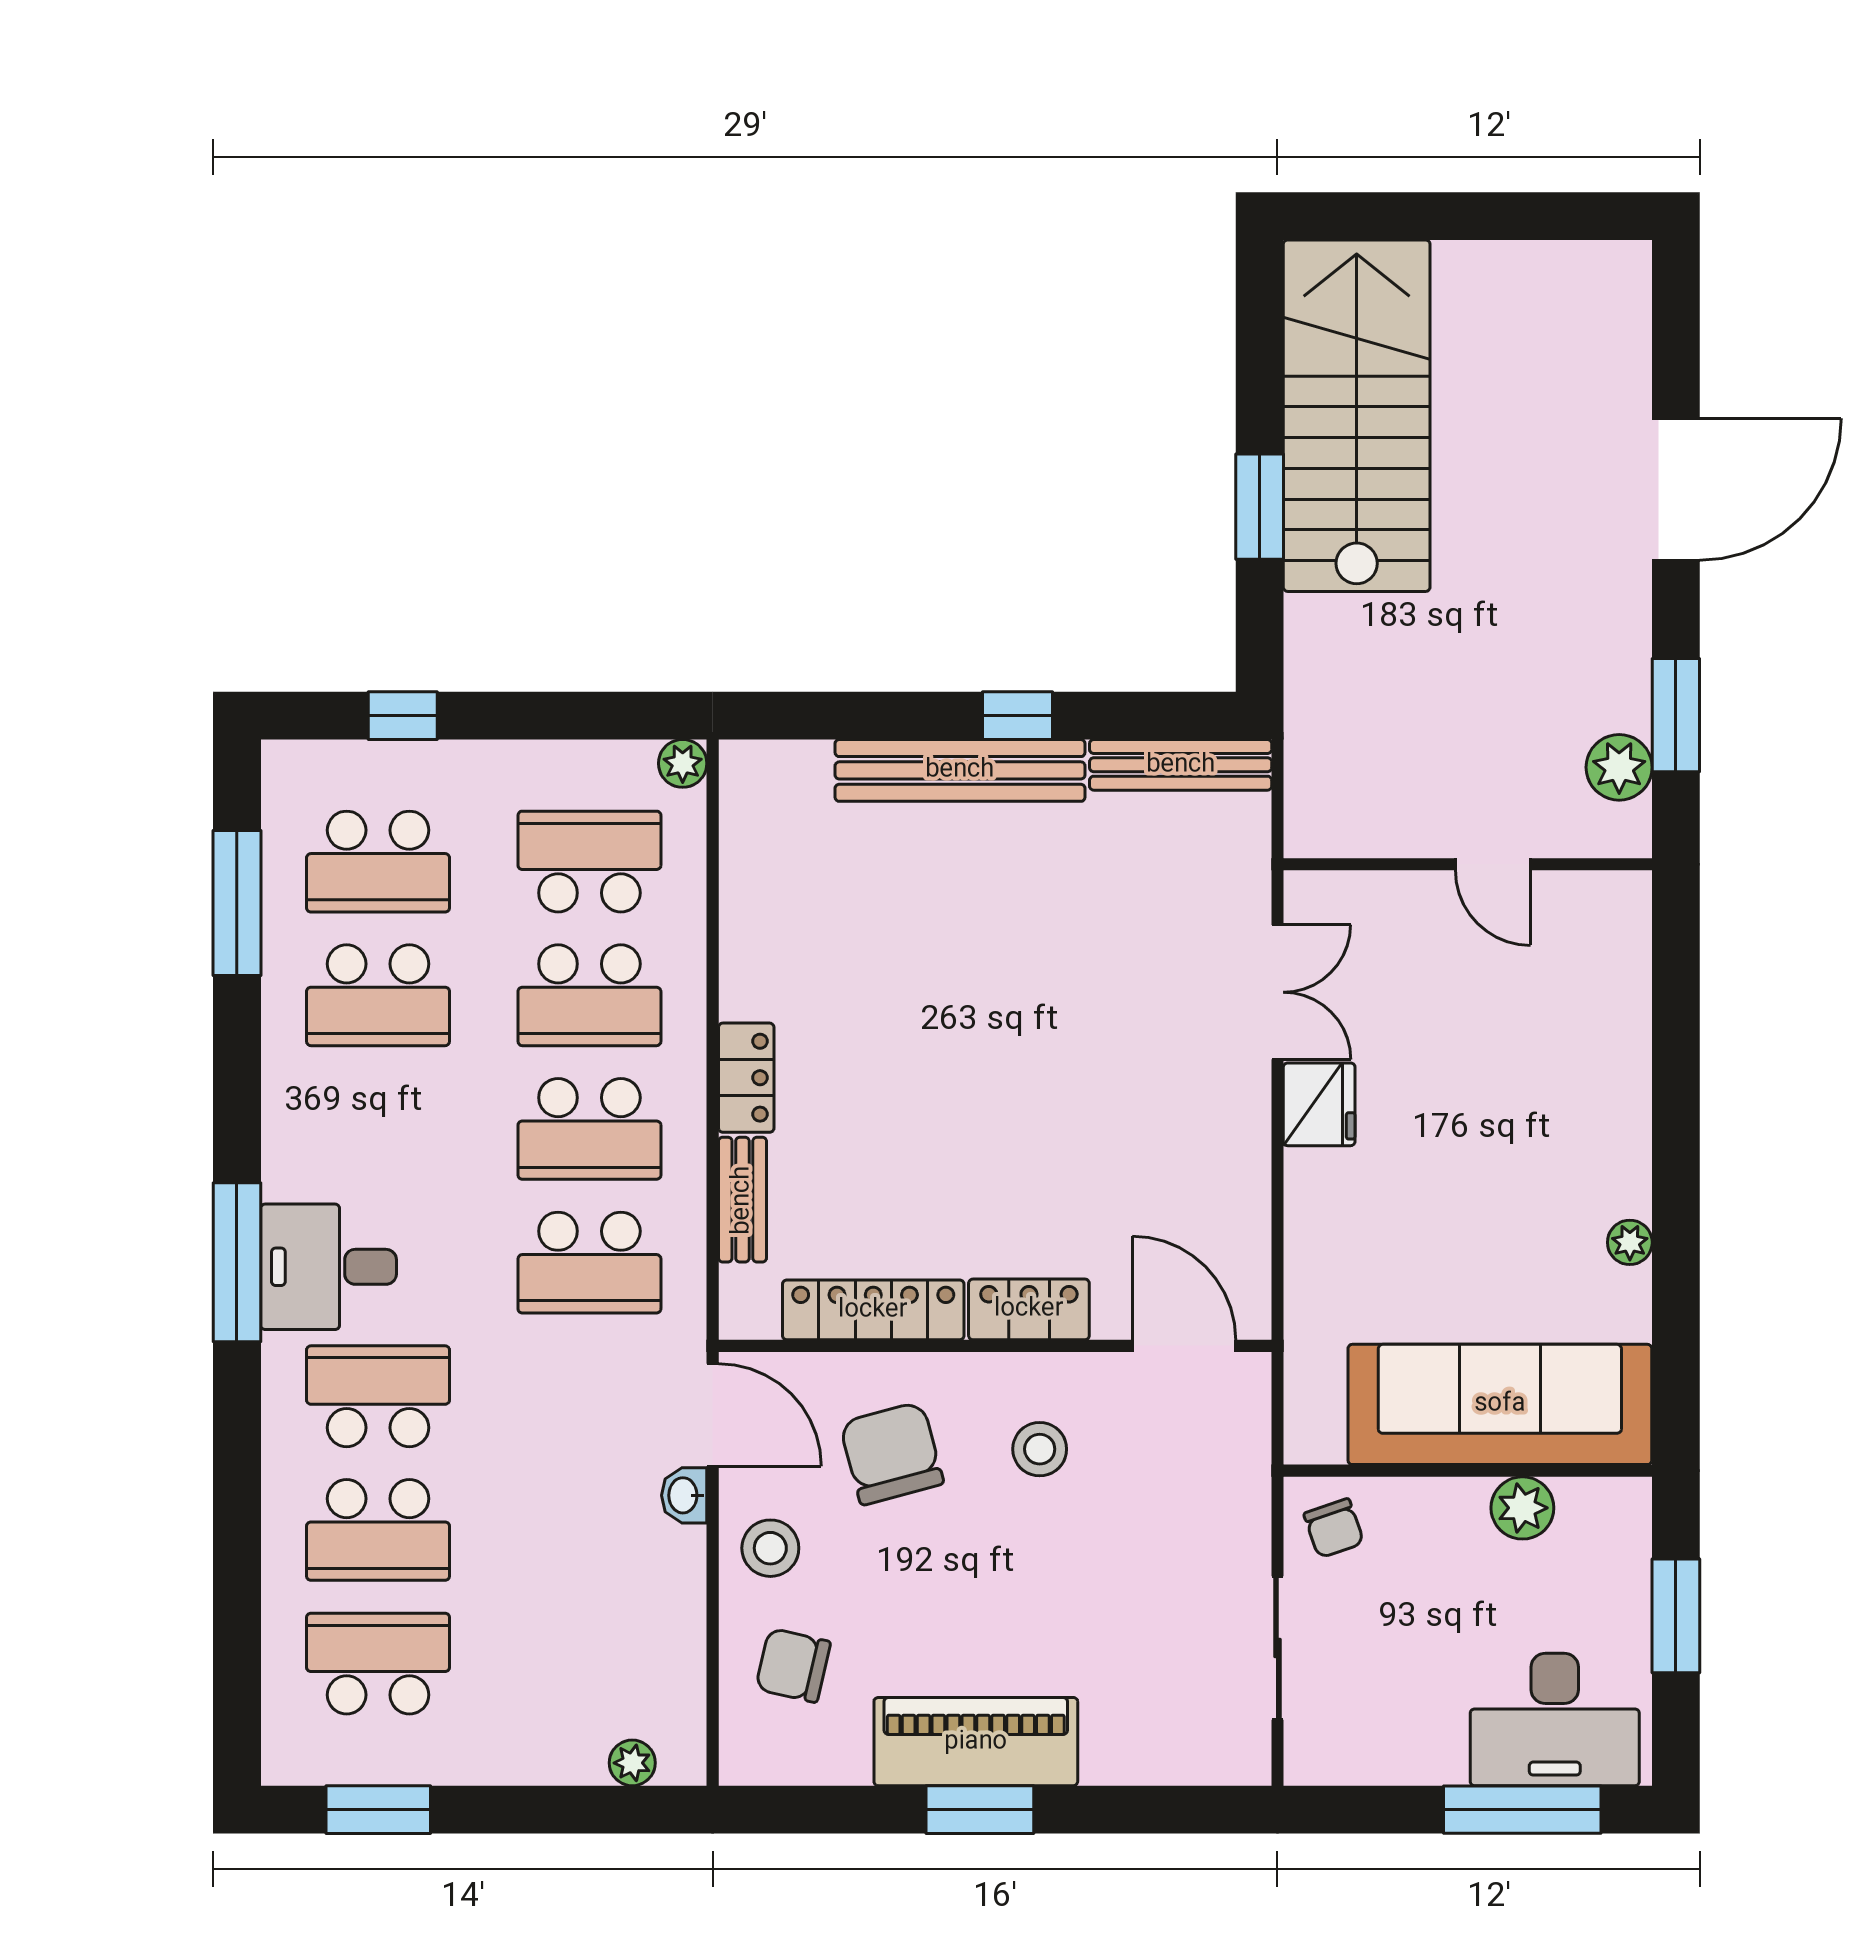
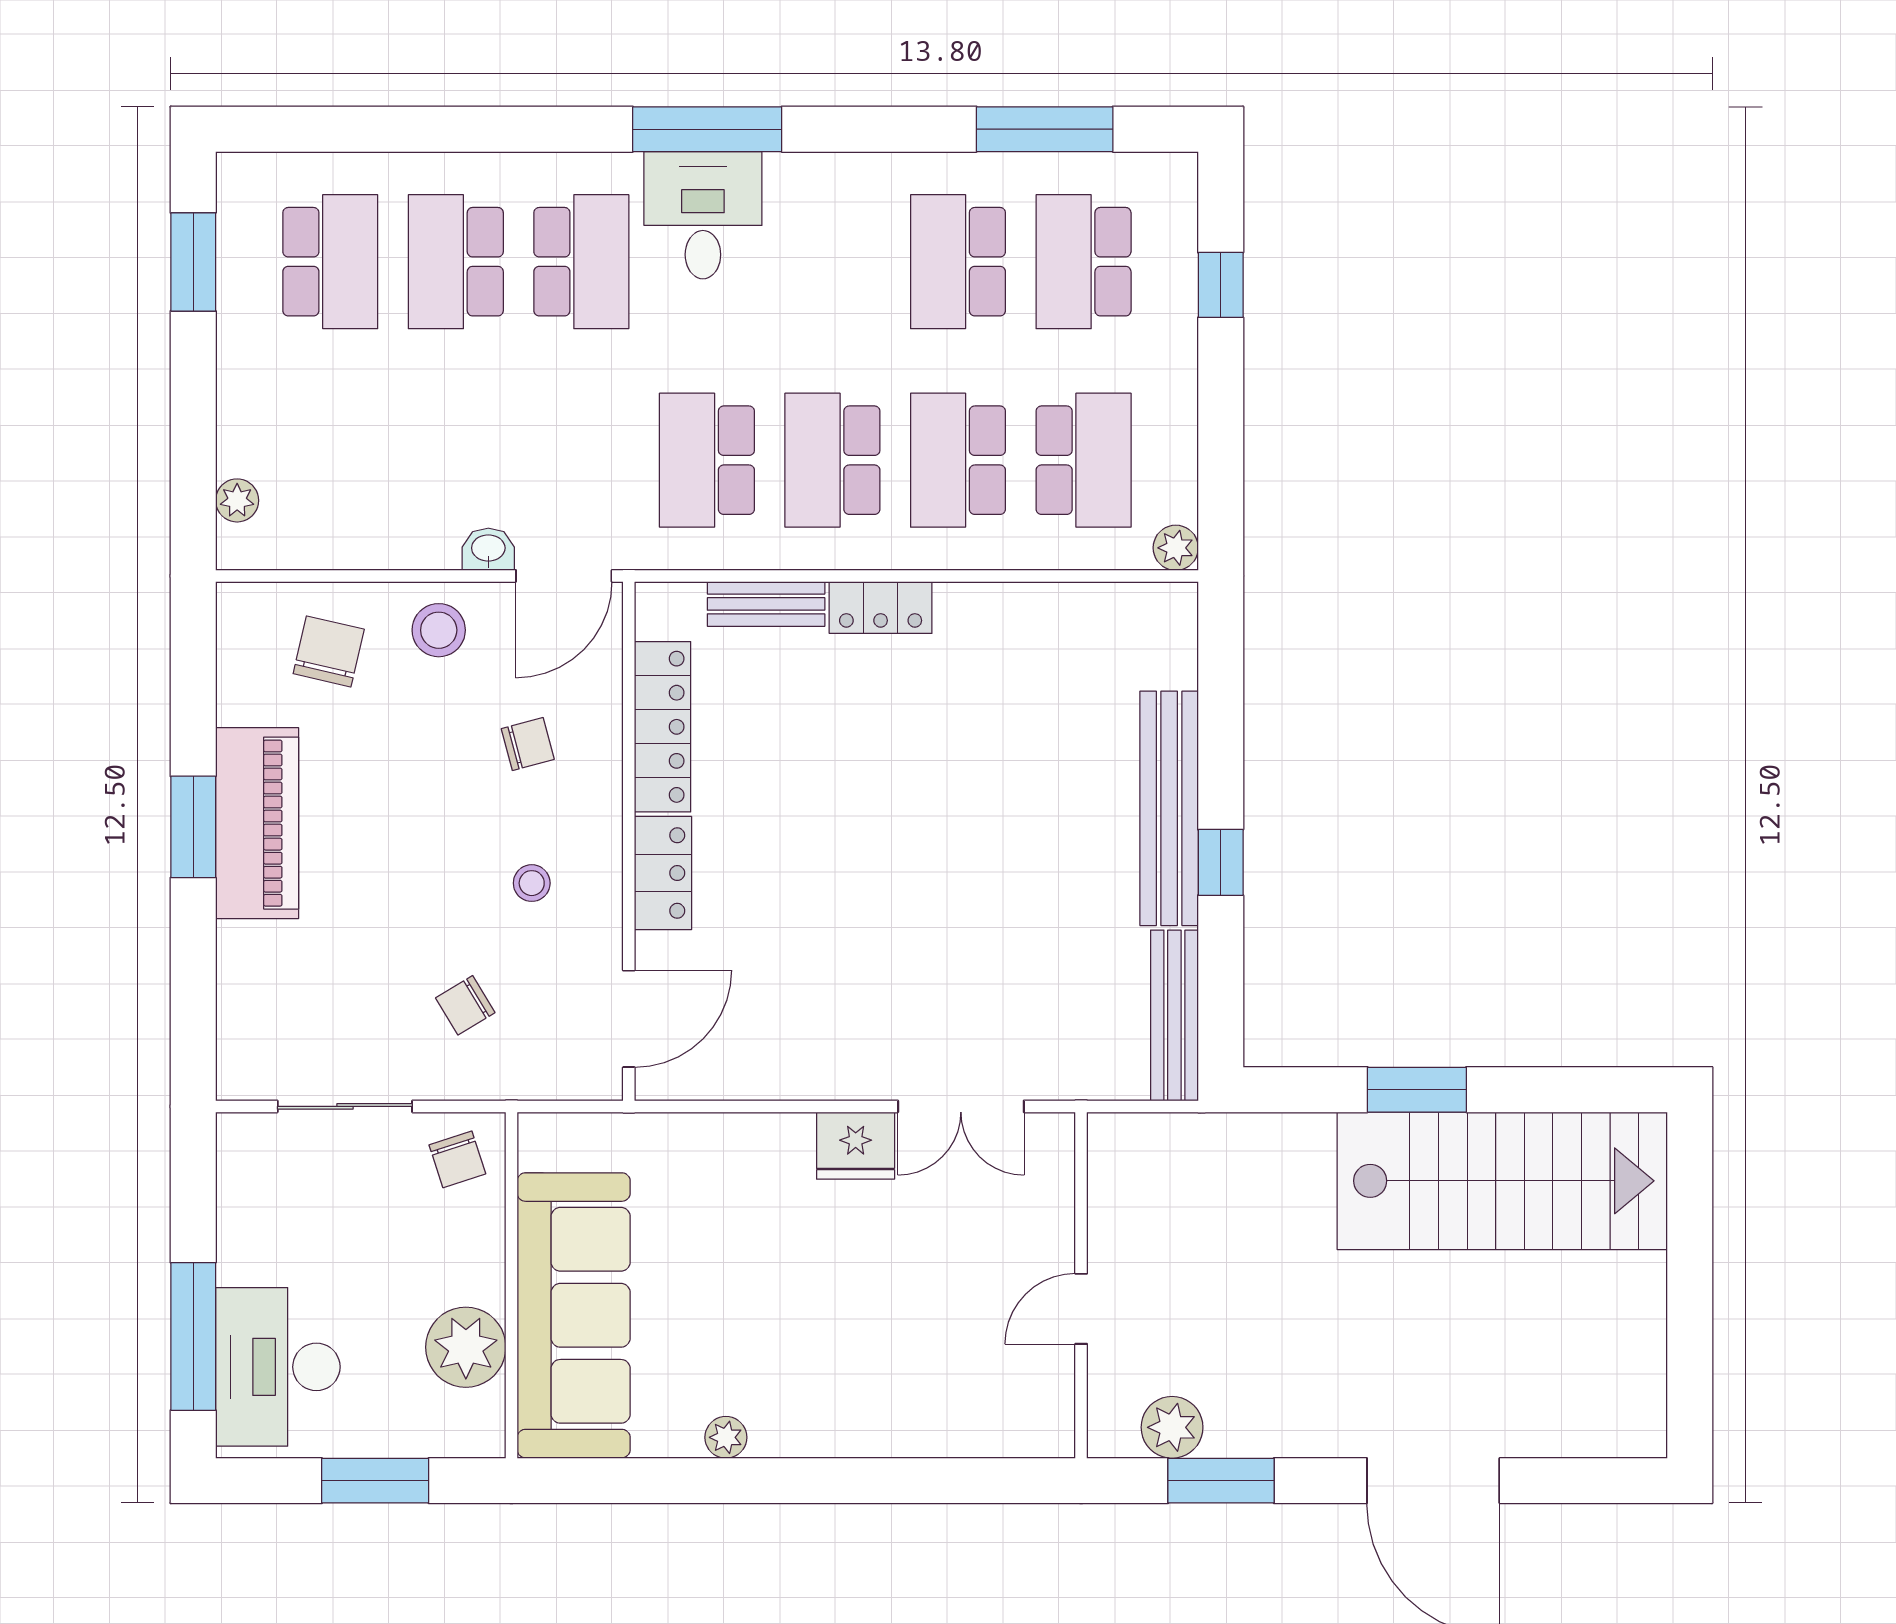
stool: (1040, 1449) -> (532, 883), width x0.73, depth x0.73
chair: (892, 1453) -> (528, 744), width x0.54, depth x0.54
plant: (1522, 1508) -> (466, 1347), width x1.36, depth x1.36
chair: (1170, 1520) -> (465, 1005), added
chair: (1334, 1528) -> (457, 1159), turned -89

